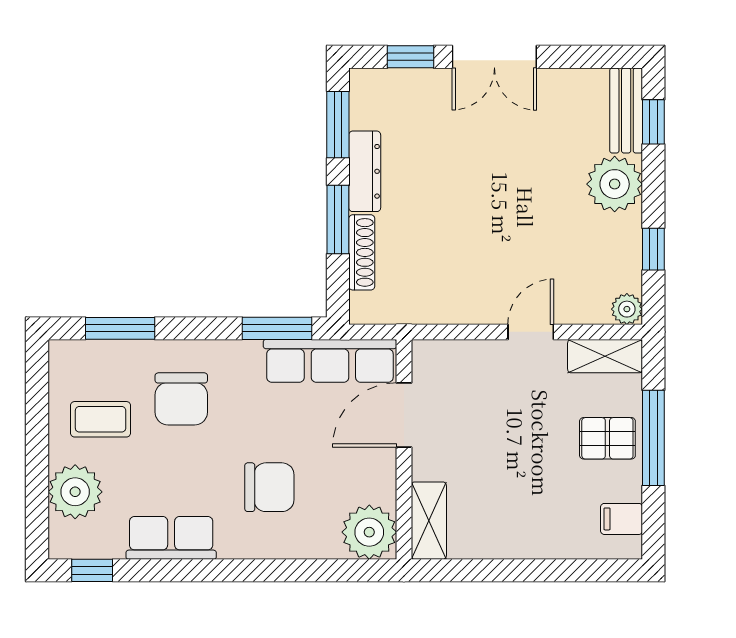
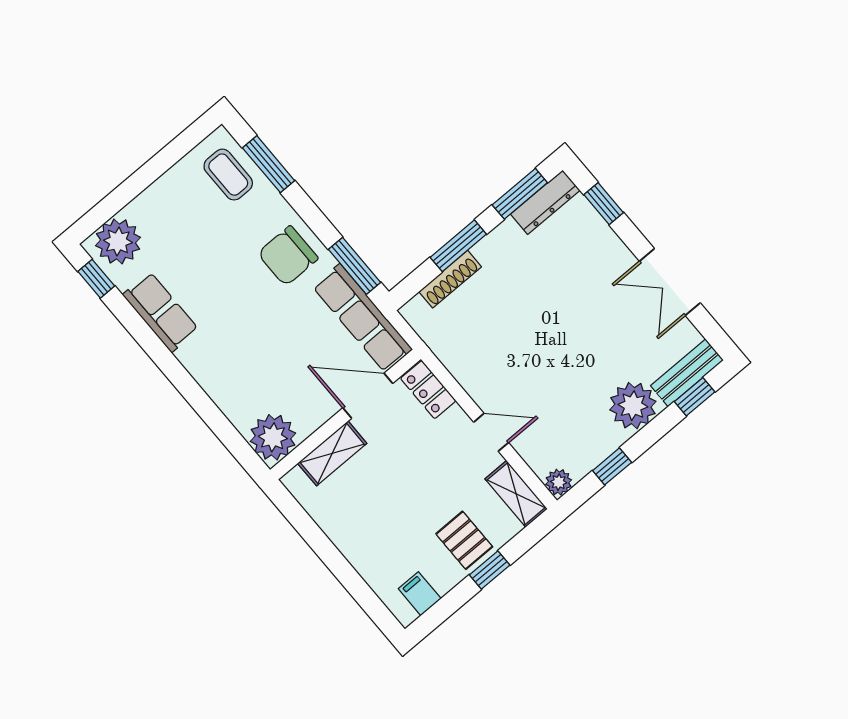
double door: (494, 57) -> (670, 282), moved
dresser: (365, 171) -> (545, 202), moved
locker: (444, 356) -> (428, 390), added
chair: (181, 399) -> (288, 256), moved
coffee table: (101, 419) -> (228, 175), moved
window: (653, 438) -> (490, 570), width x0.46
chair: (269, 487) -> (247, 348), removed
plant: (75, 492) -> (118, 241), moved
shelving: (429, 521) -> (332, 453), moved

